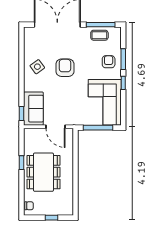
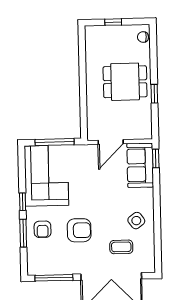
coffee table: (99, 35) -> (121, 247), moved
armchair: (65, 68) -> (79, 230), moved, turned -90
door: (55, 127) -> (111, 142), swing flipped
dining table: (43, 172) -> (125, 82), width x0.73

